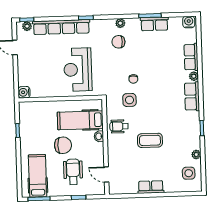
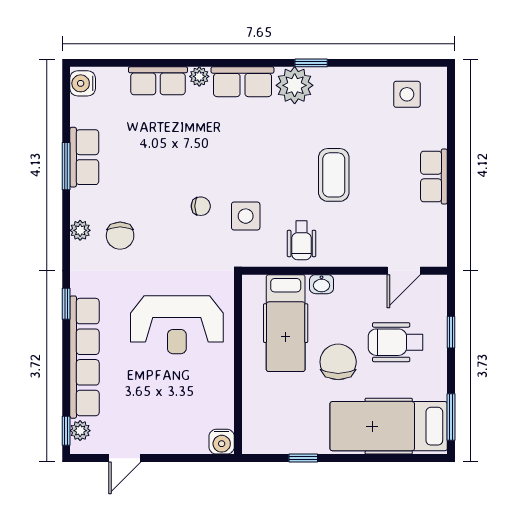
plant: (196, 154) -> (295, 85), moved, width x1.87, depth x1.87
hospital bed: (38, 176) -> (389, 426), width x1.37, depth x1.29

